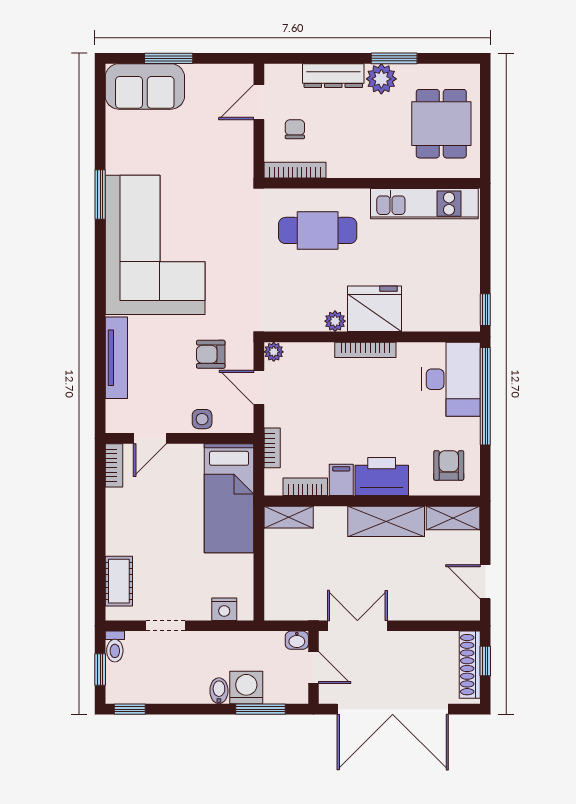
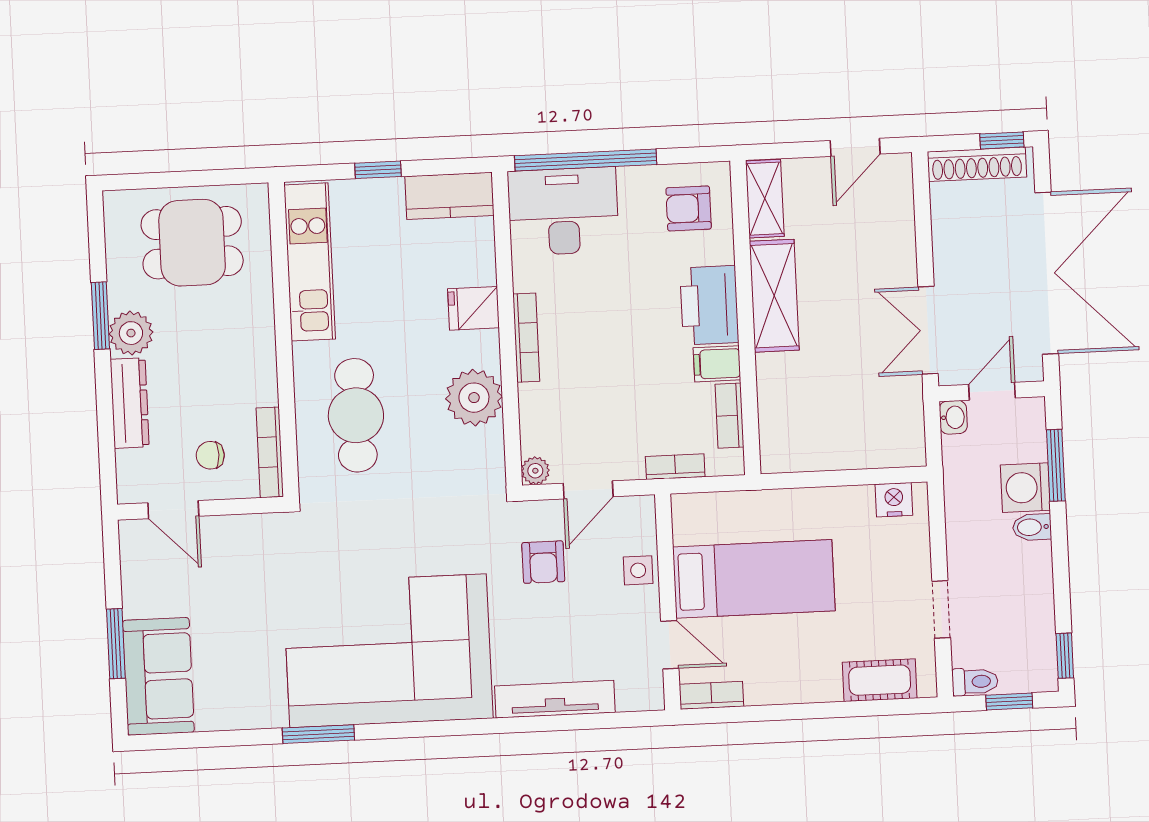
kitchen counter: (465, 302) -> (449, 196), added
fridge: (375, 309) -> (473, 308), width x0.53, depth x0.75
window: (485, 310) -> (378, 170), moved
plant: (335, 321) -> (474, 398), width x1.87, depth x1.87
bed: (229, 498) -> (754, 579), moved
shelving: (289, 517) -> (775, 438), removed
nightstand: (224, 609) -> (894, 500), moved, turned -90
window: (485, 661) -> (1002, 140), moved

